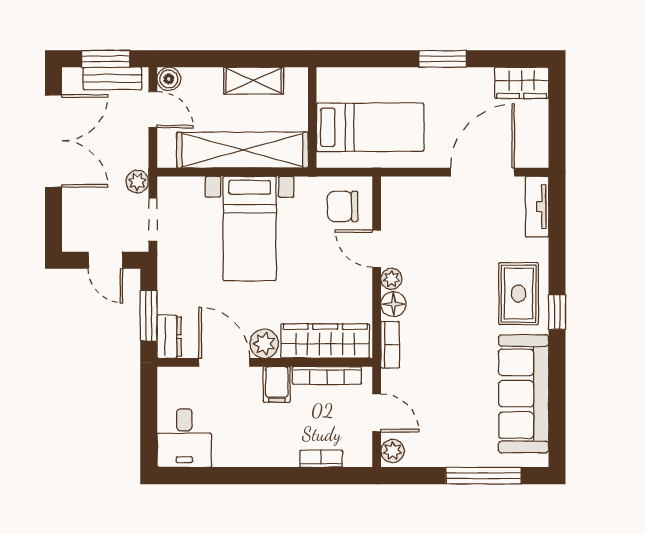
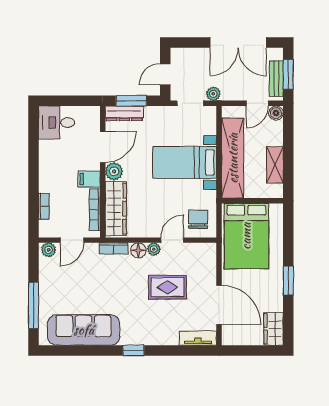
bed: (370, 127) -> (246, 236), width x1.50
rug: (519, 294) -> (167, 287), moved
dresser: (169, 337) -> (124, 113), width x1.44

